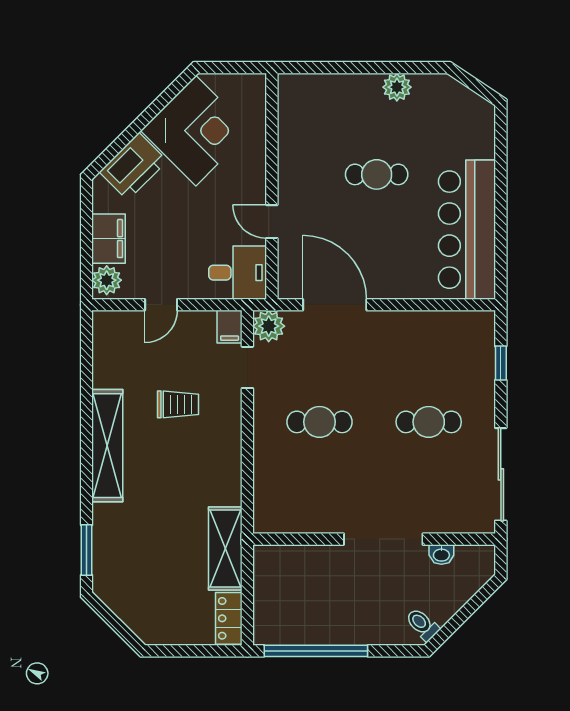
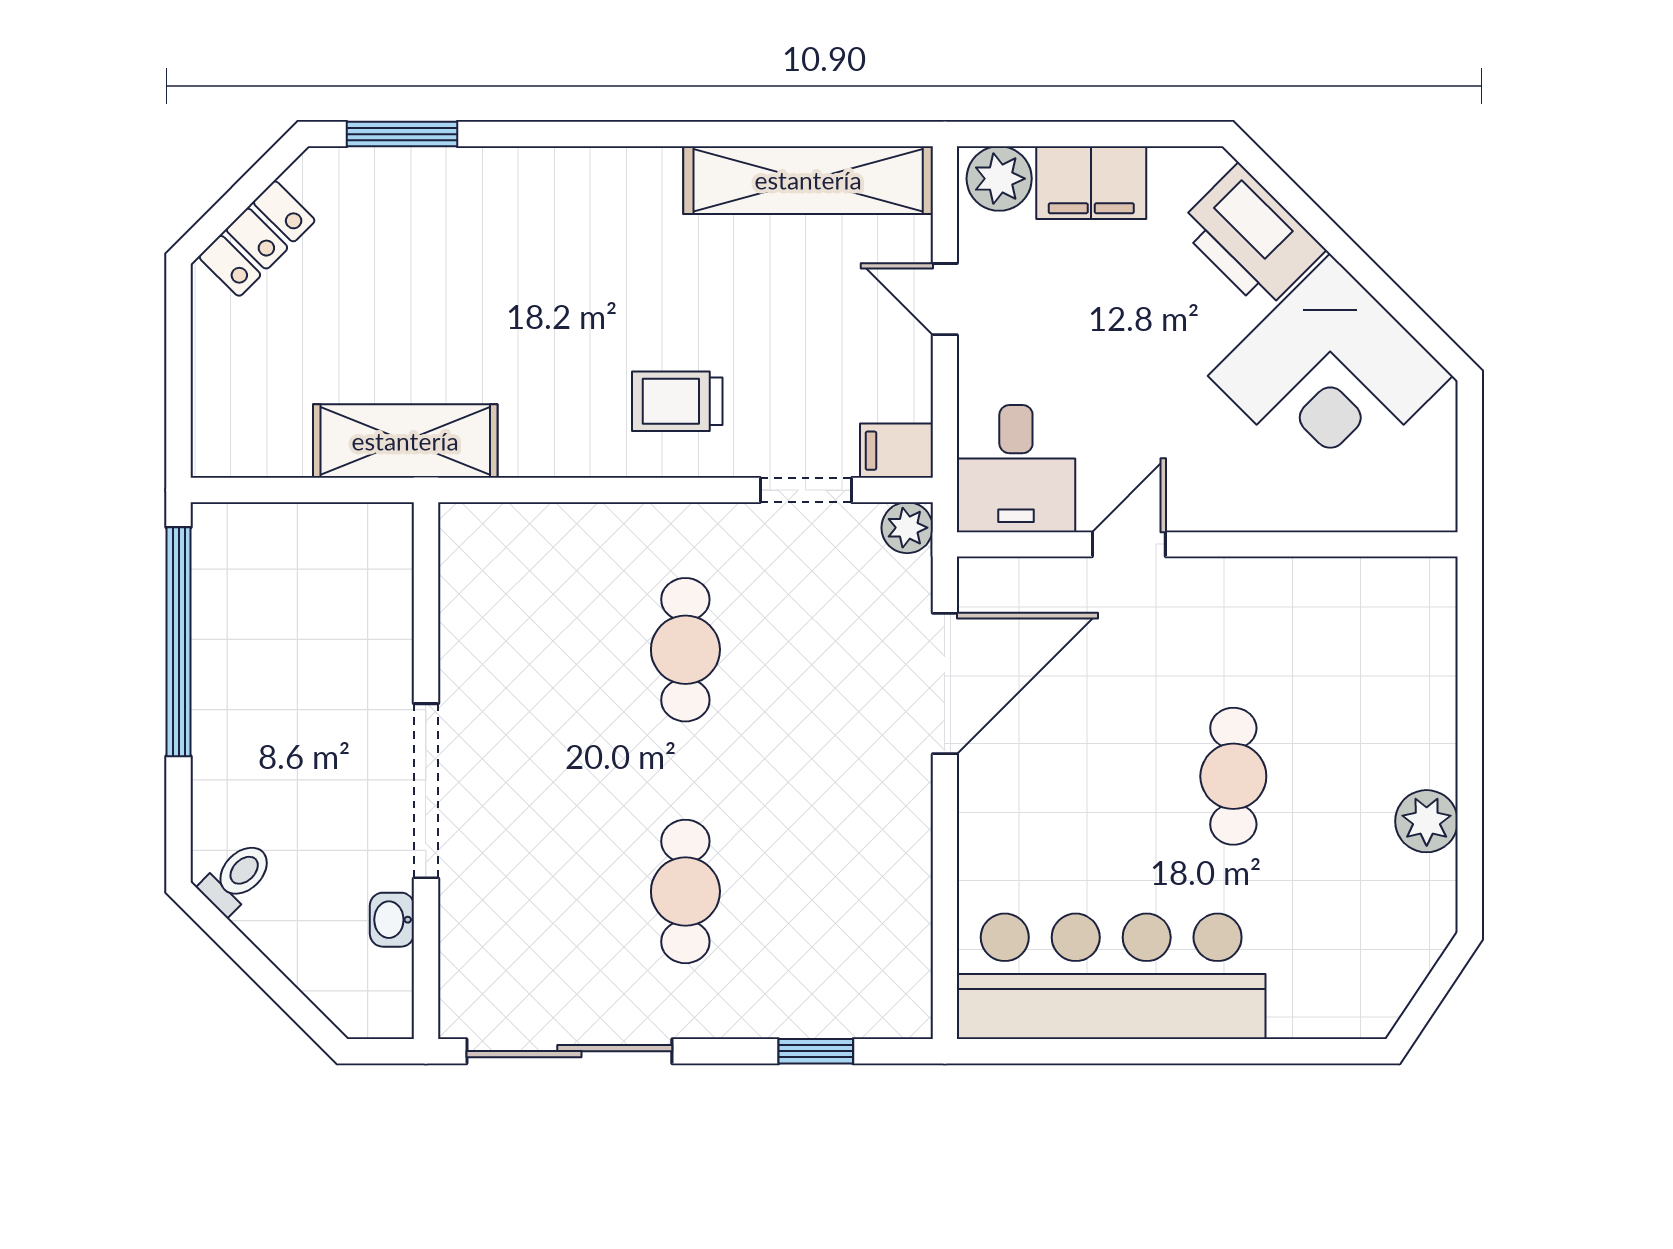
plant: (269, 326) -> (907, 528), width x0.73, depth x0.73
trolley: (178, 404) -> (677, 401), moved, turned 90
shelving: (107, 446) -> (808, 180), moved
locker: (229, 618) -> (257, 239), moved, turned 135

